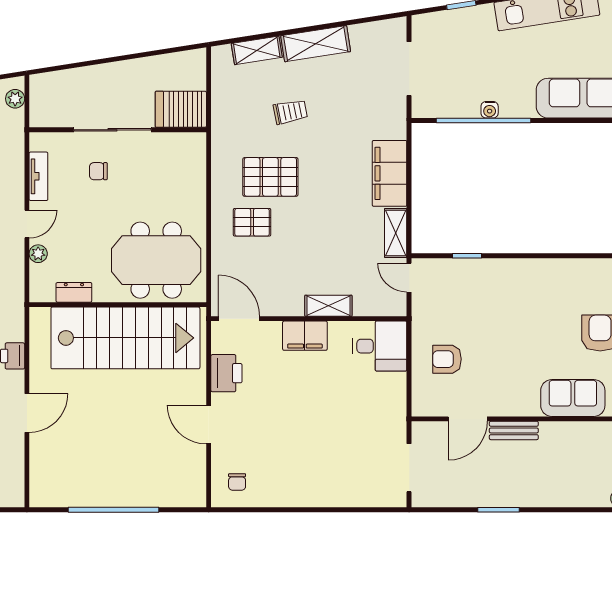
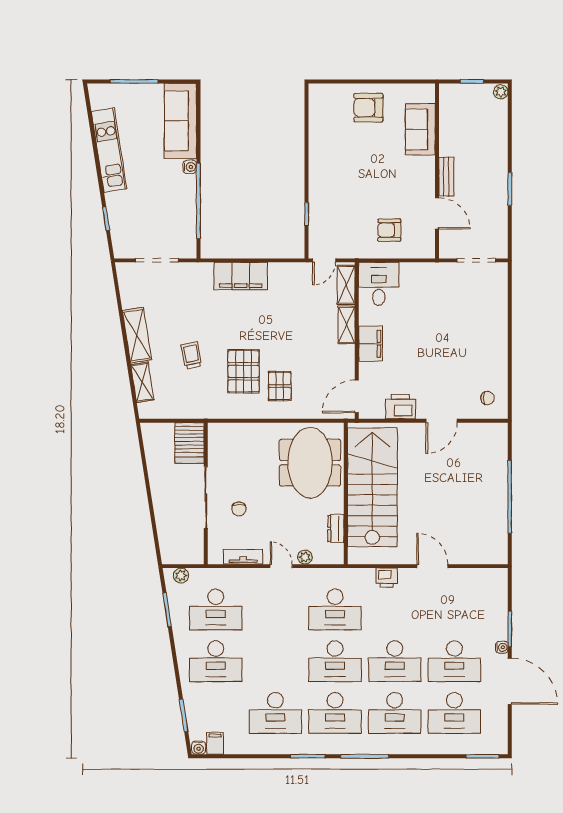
water cooler: (490, 110) -> (190, 167), moved
shelving: (396, 233) -> (346, 285), moved, turned 90
armchair: (447, 359) -> (389, 230), turned 90

